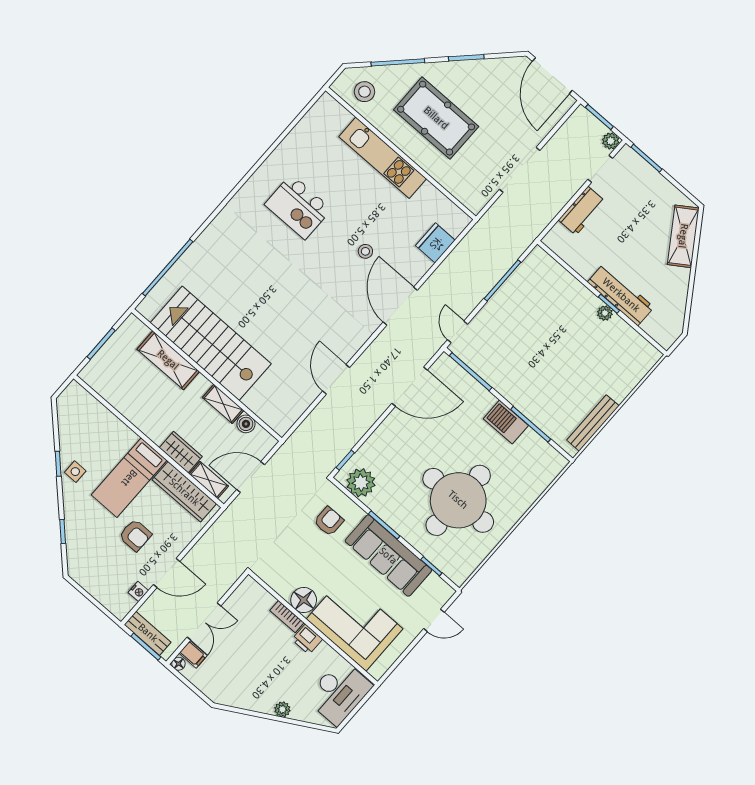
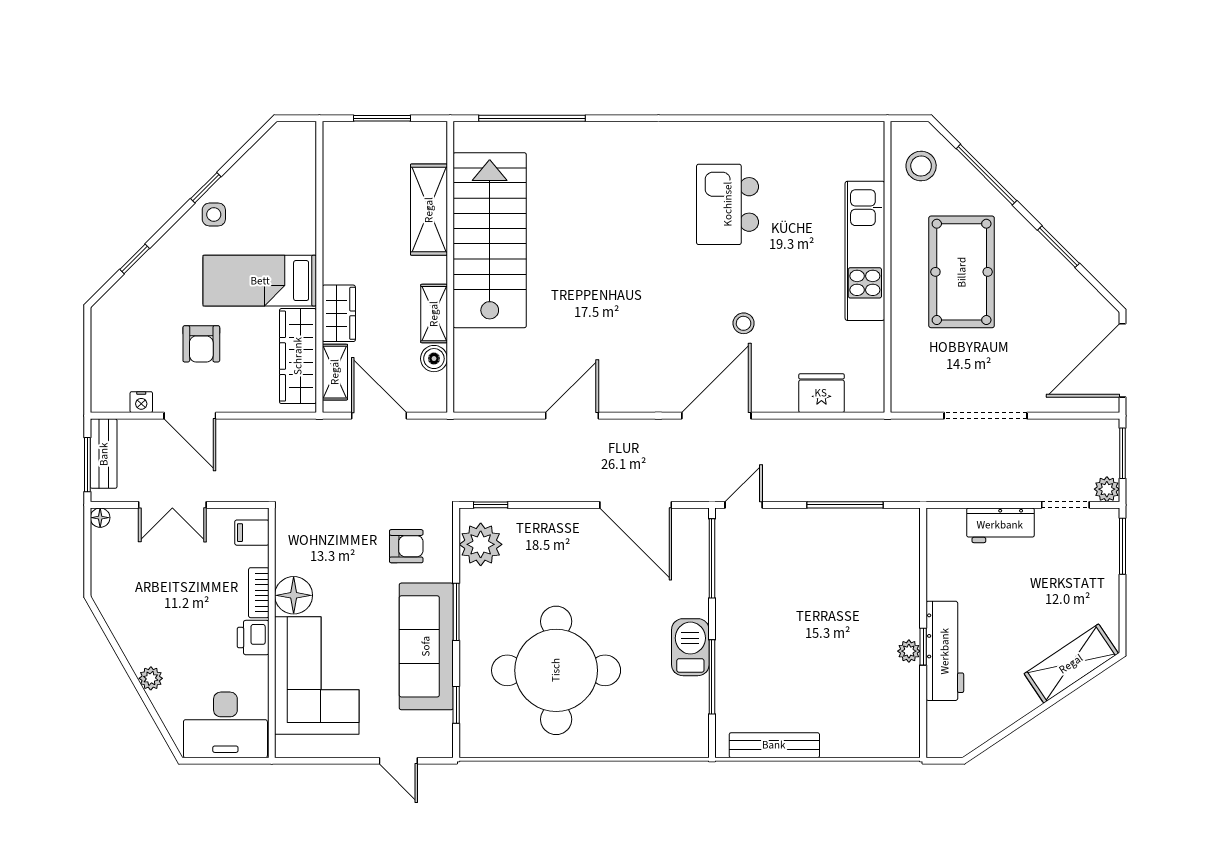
filing cabinet: (193, 654) -> (252, 533), moved, turned 90

